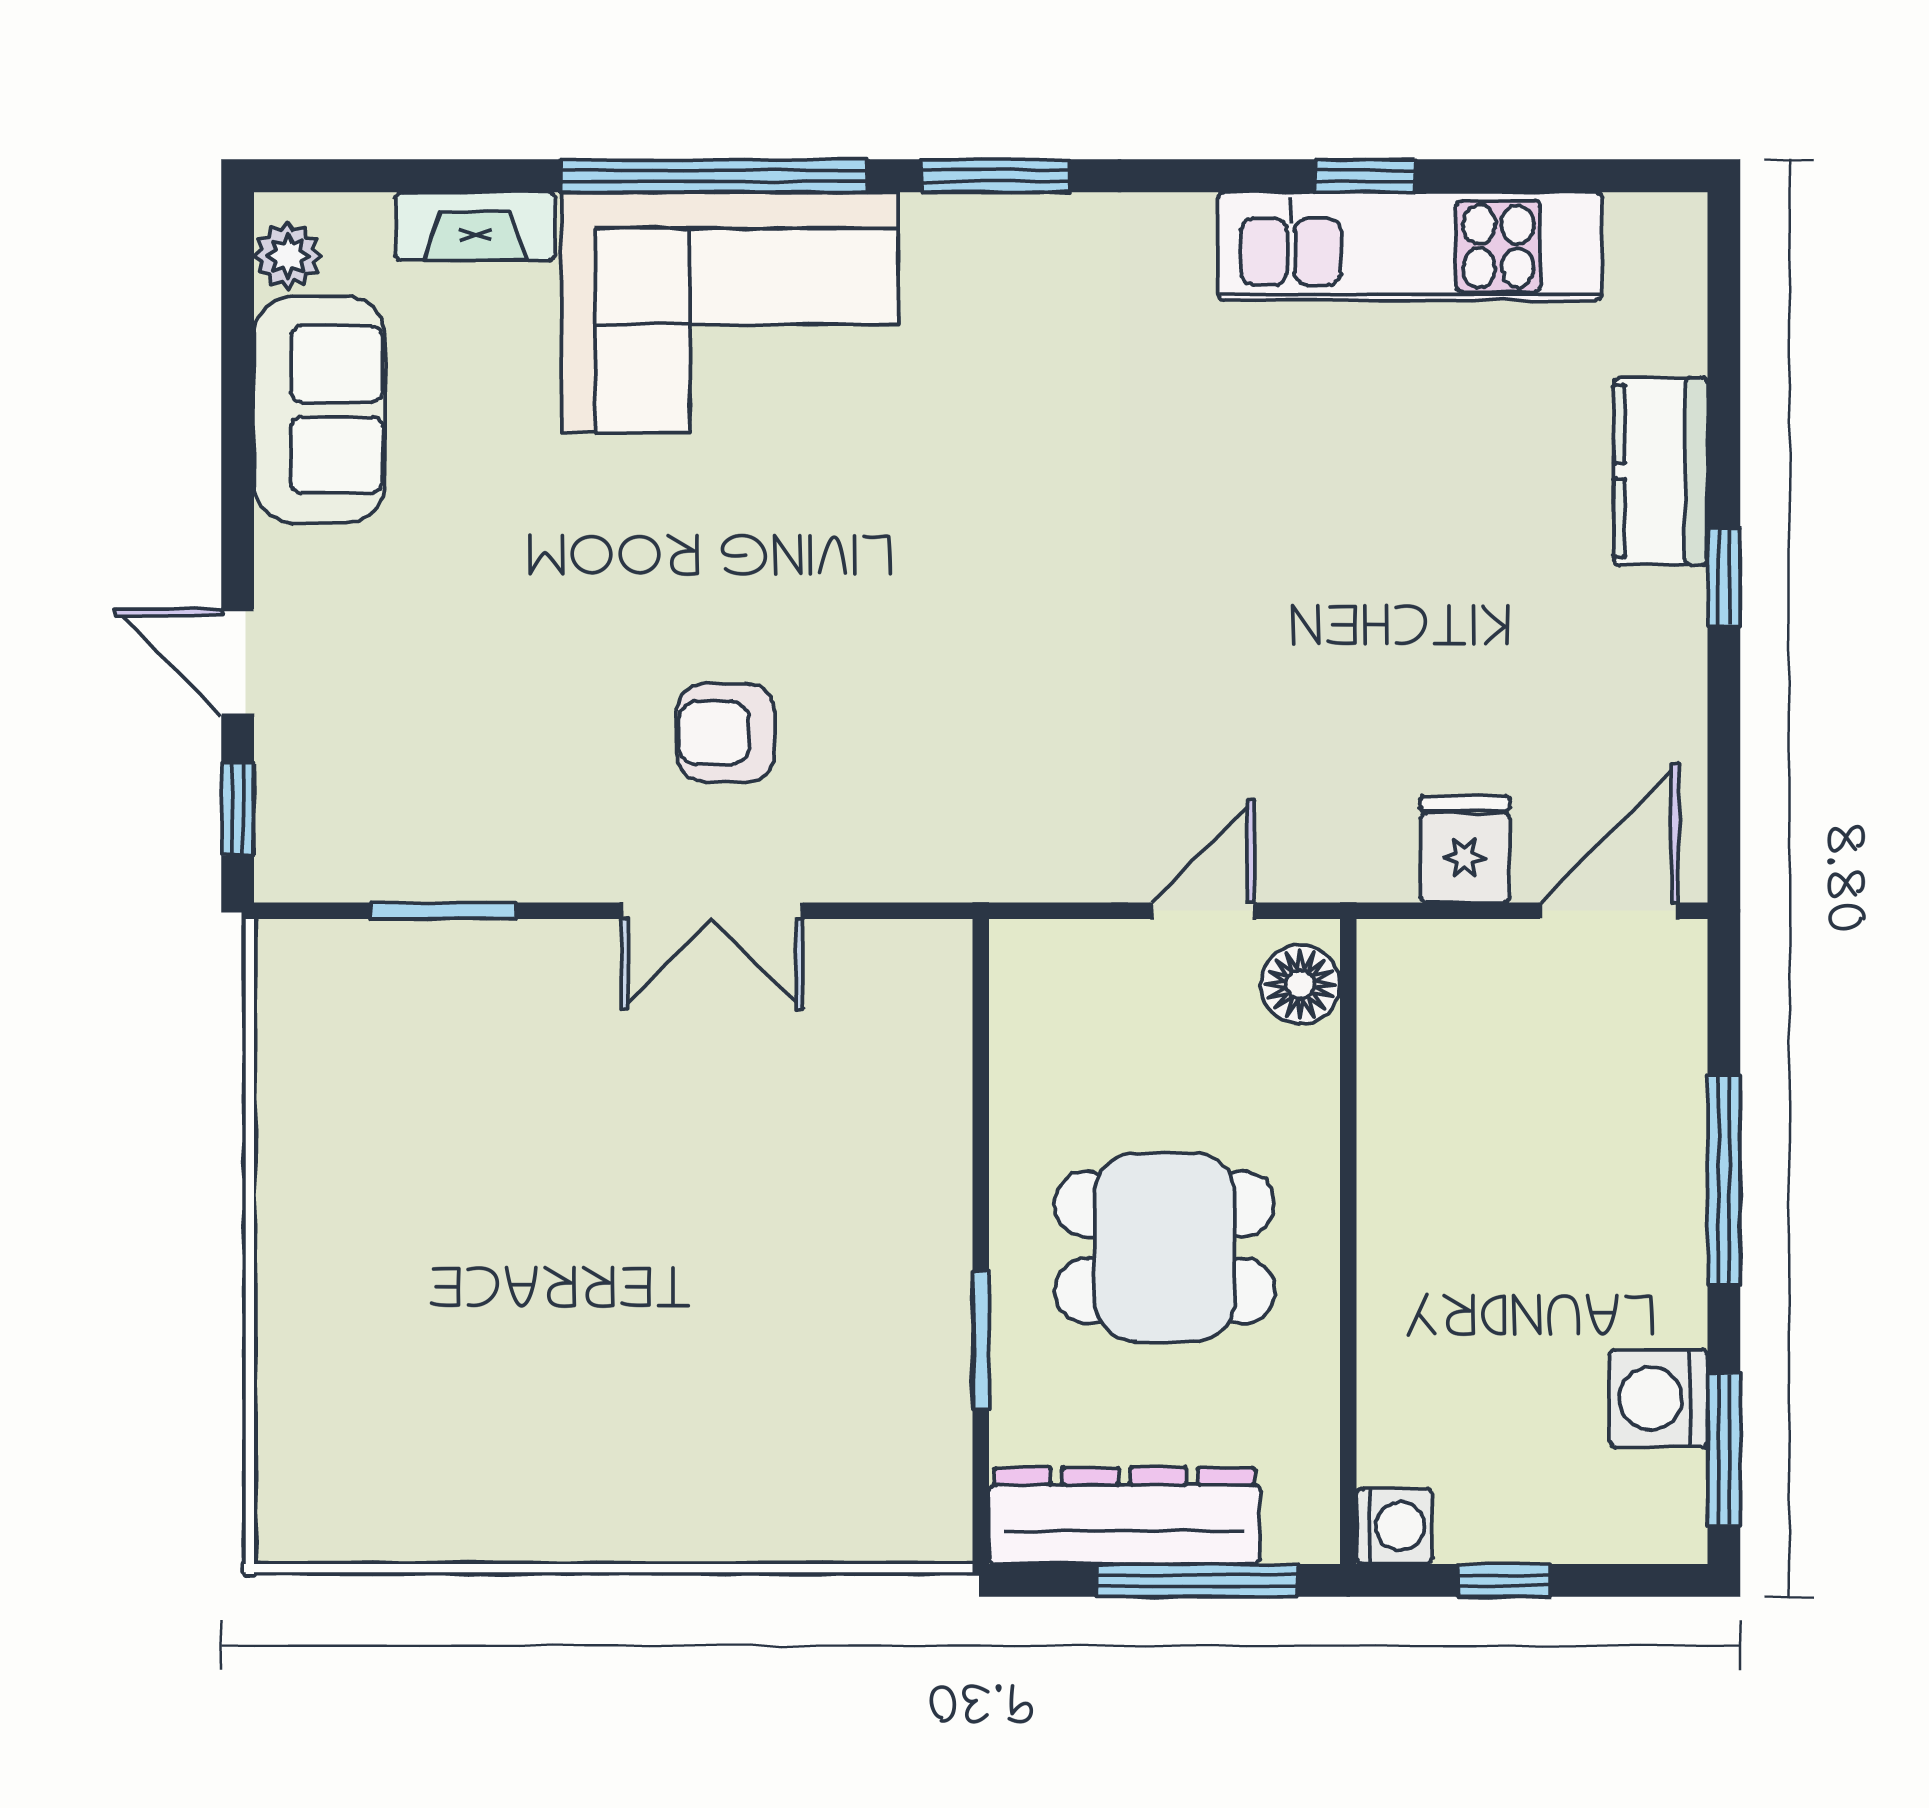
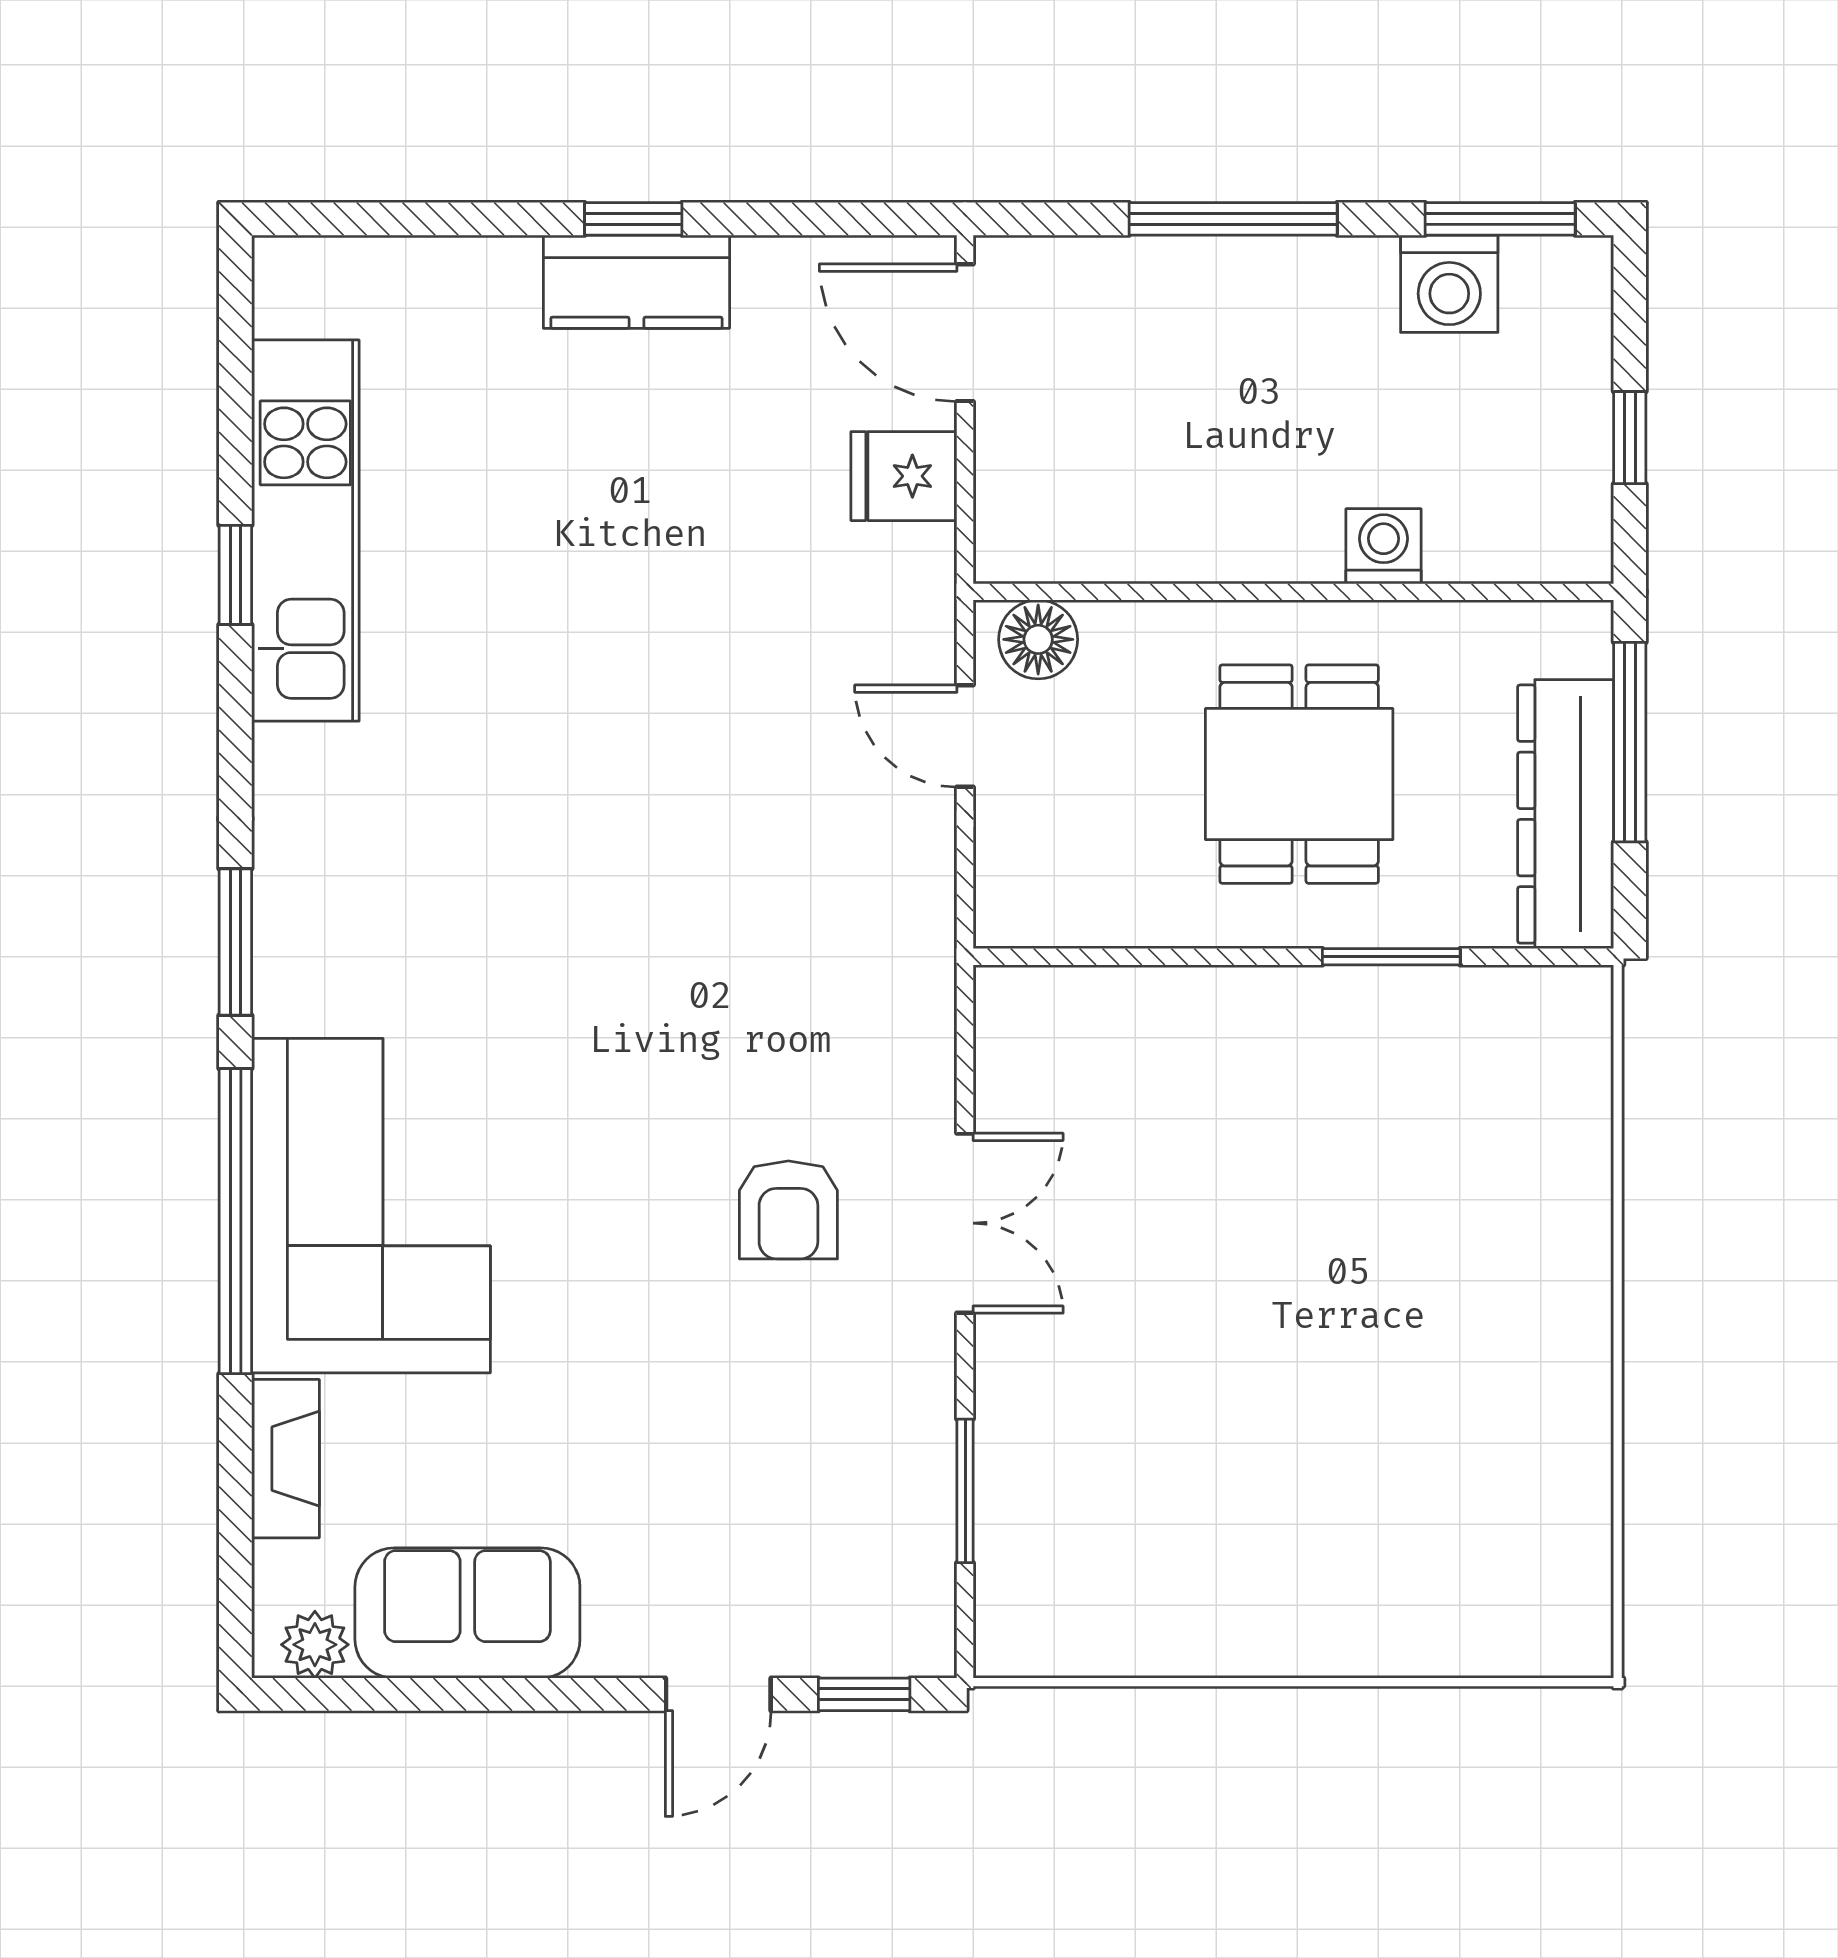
kitchen counter: (1661, 471) -> (636, 282), moved
washing machine: (1394, 1526) -> (1384, 546), moved

